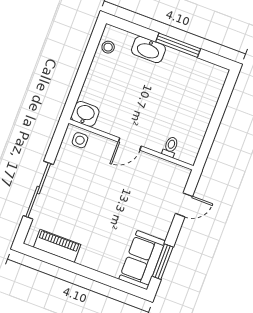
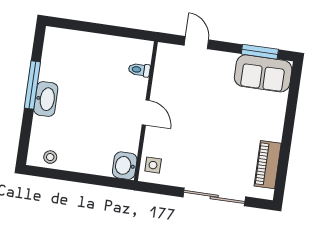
washbasin: (148, 50) -> (46, 99), moved

